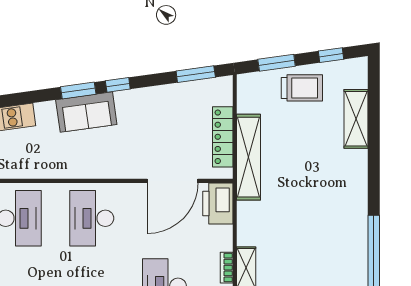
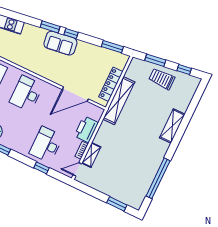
trolley: (302, 88) -> (162, 79), turned 180
sofa: (86, 112) -> (60, 43), moved
shelving: (356, 119) -> (172, 126), moved
printer: (218, 204) -> (86, 129), moved

